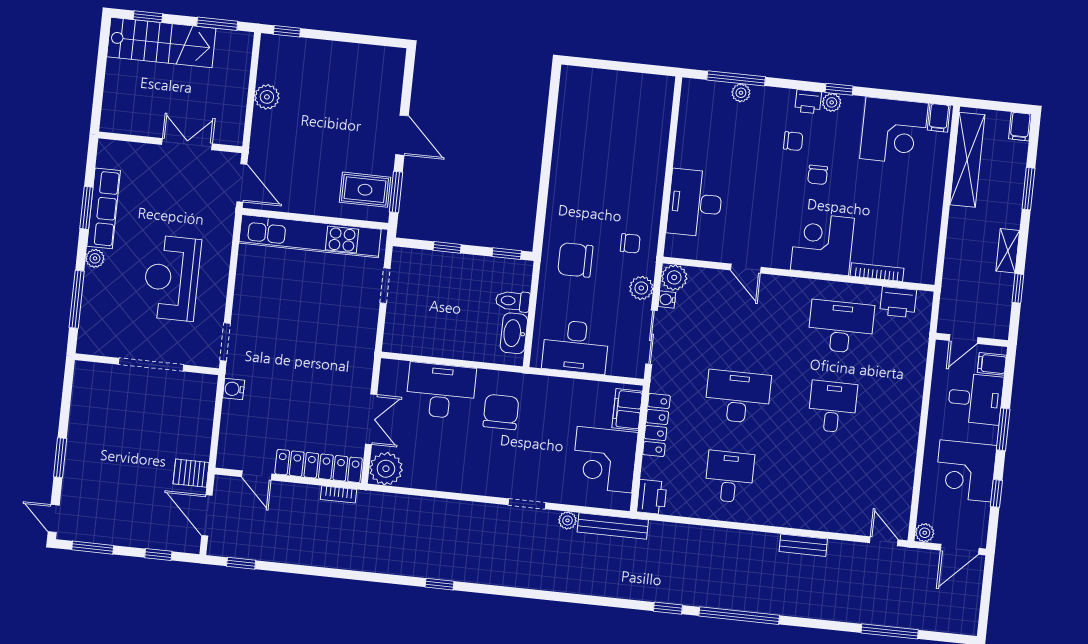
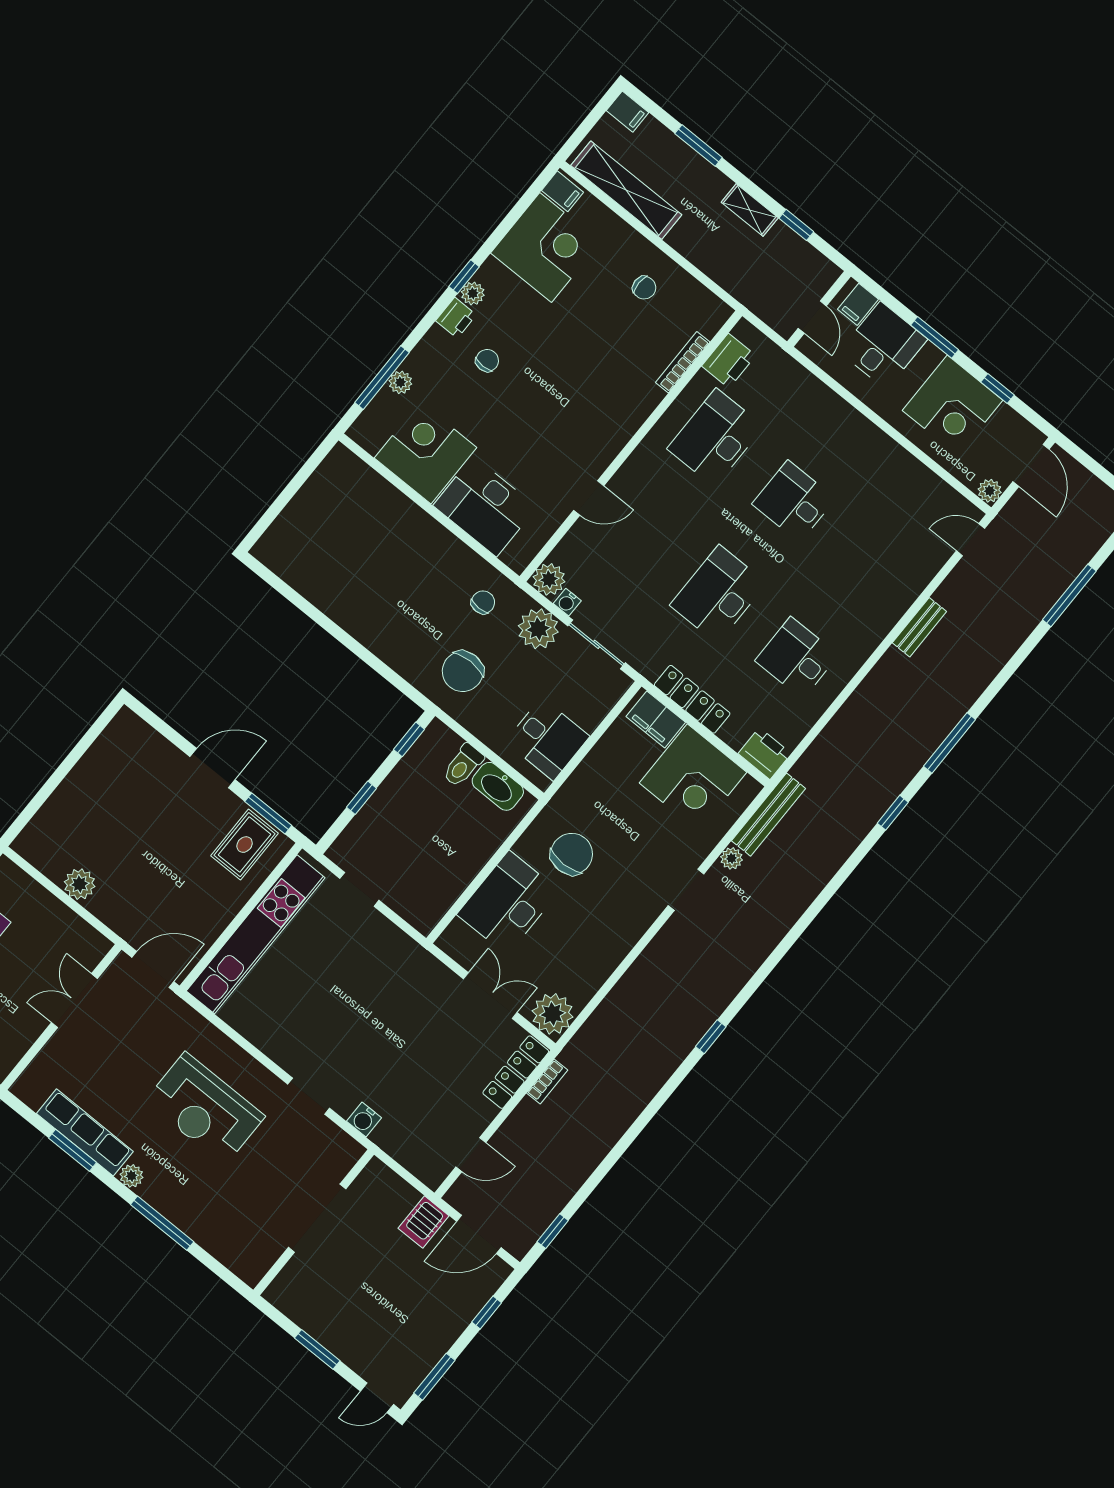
window: (287, 31) -> (24, 818), removed
chair: (818, 175) -> (644, 288), moved
corner desk: (822, 244) -> (425, 453), moved, turned 90
plant: (641, 288) -> (538, 629), width x1.36, depth x1.36
desk: (576, 347) -> (547, 739), width x0.73
wall: (147, 364) -> (314, 1222), moved
doorway: (151, 365) -> (317, 1218), moved
chair: (501, 412) -> (572, 854), turned 89
locker: (319, 466) -> (516, 1072), width x0.71, depth x0.83
window: (739, 616) -> (949, 743), width x0.68

